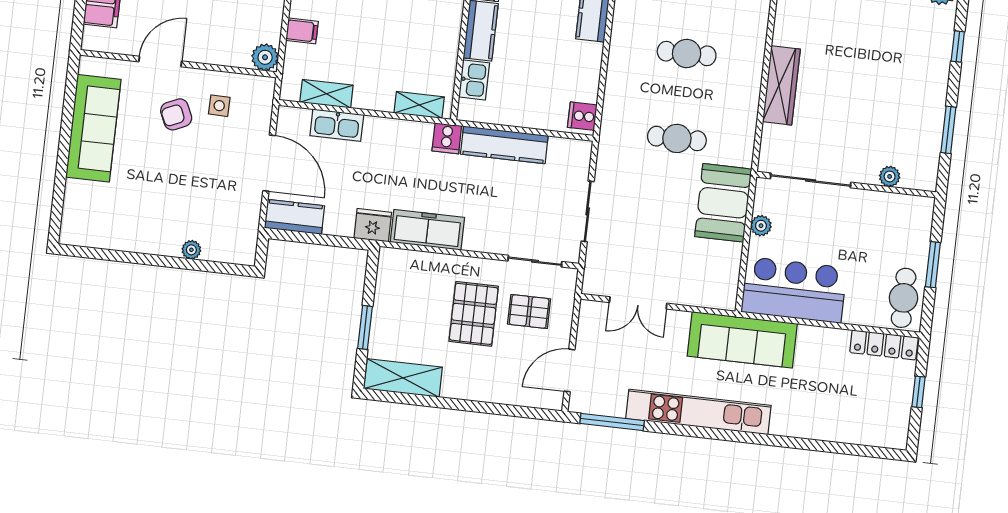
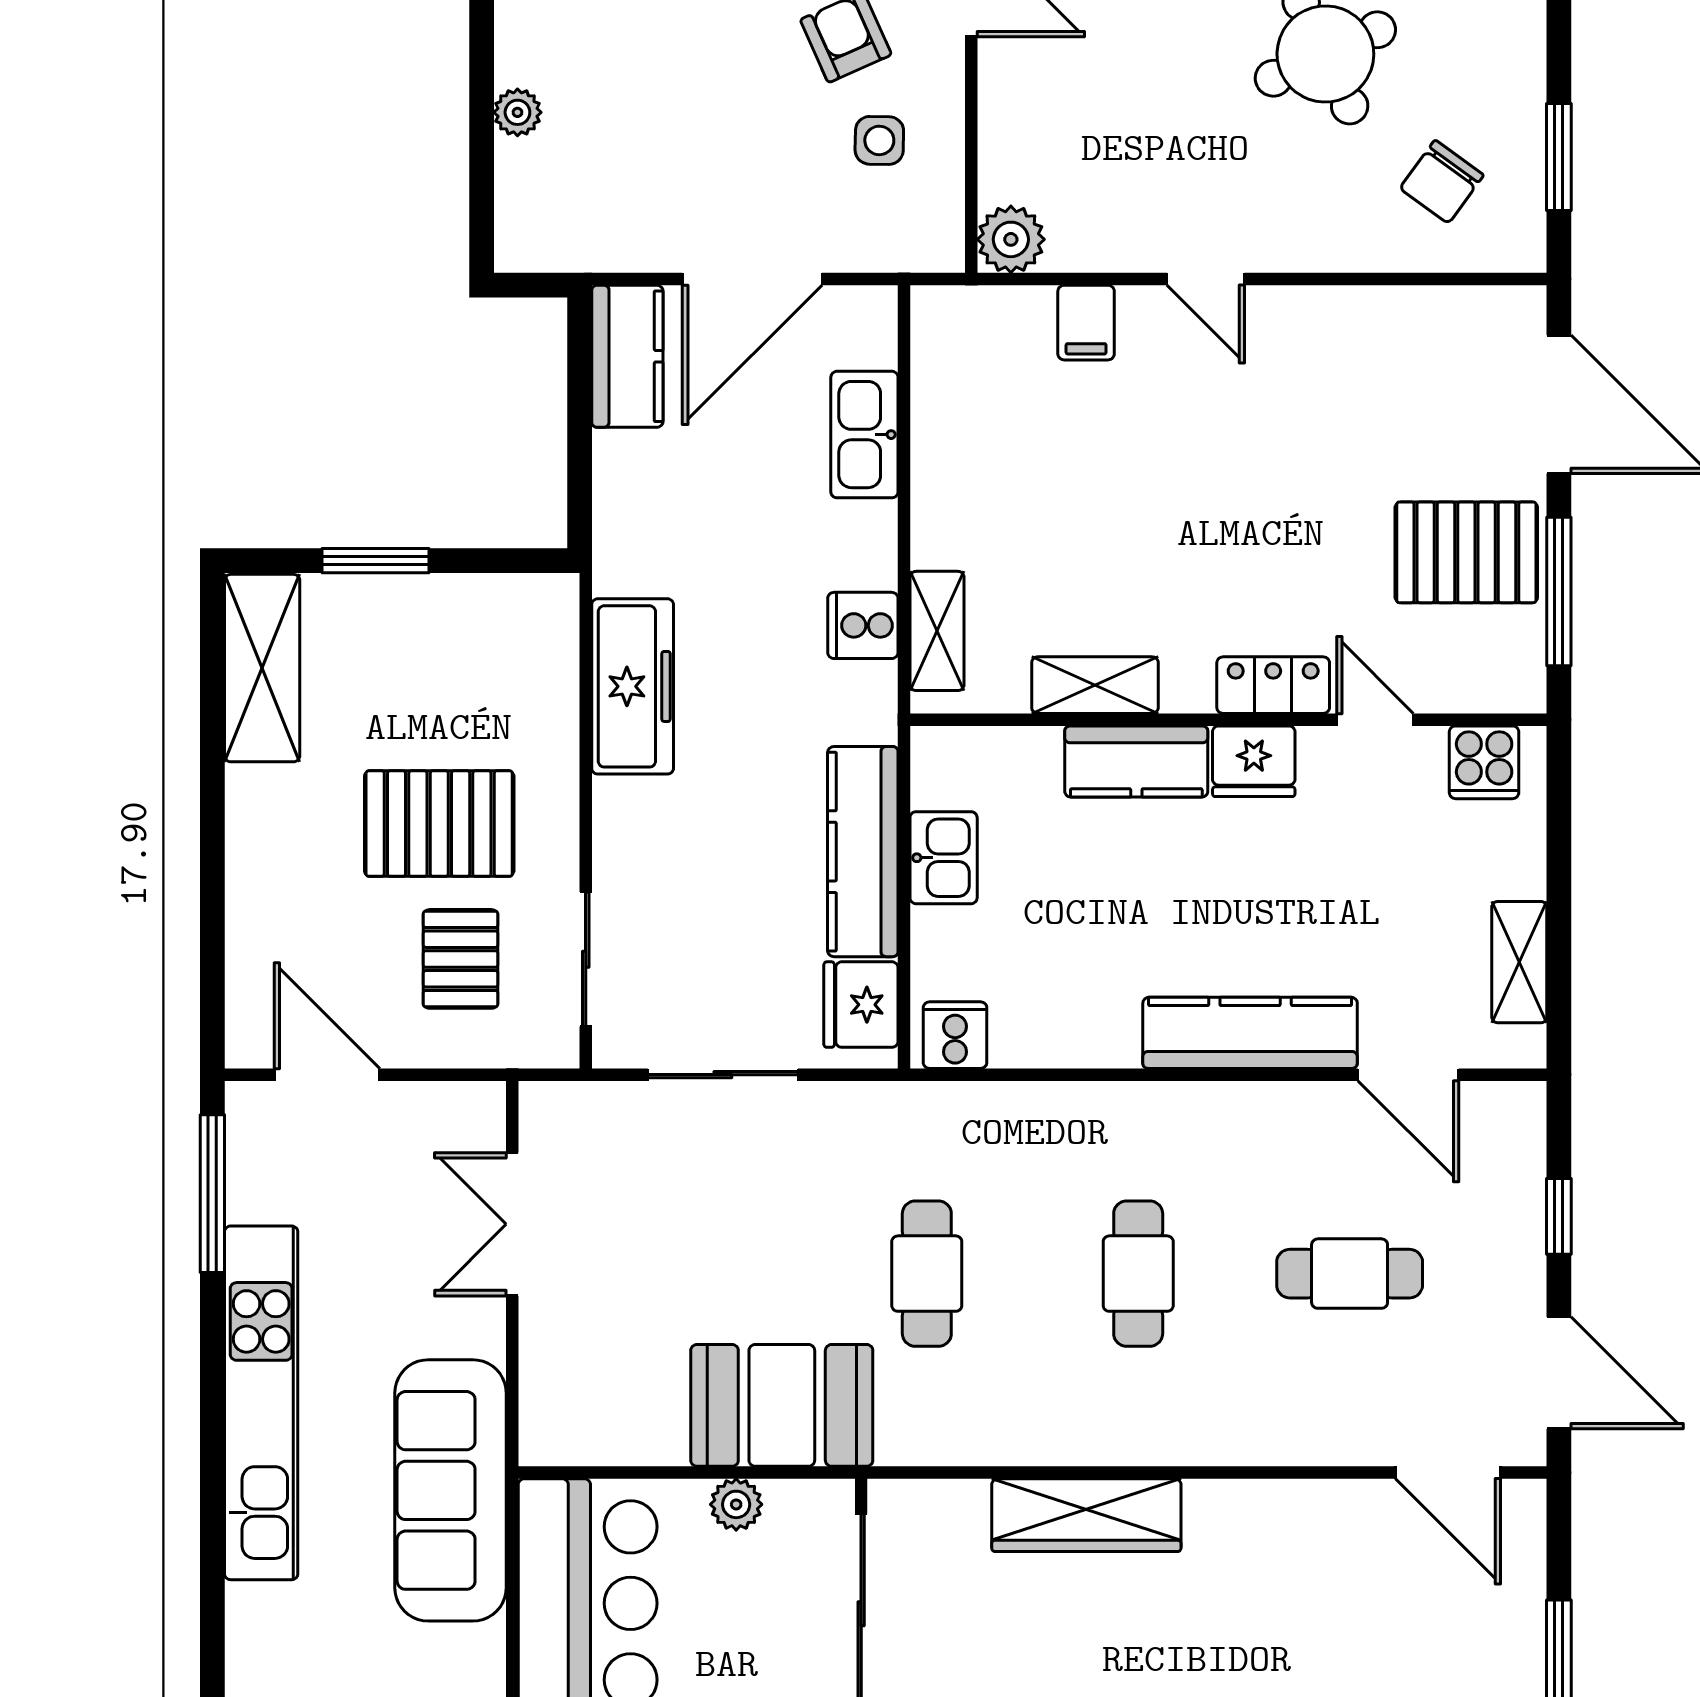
kitchen sink: (474, 80) -> (944, 858), moved, turned -90
shelving: (326, 94) -> (1095, 685), moved, turned 90
cooker: (447, 138) -> (863, 625), moved
fridge: (373, 225) -> (861, 1005), moved, turned 180

